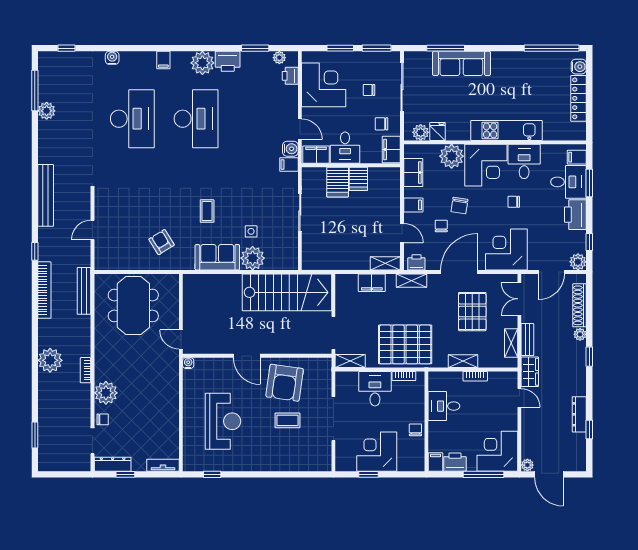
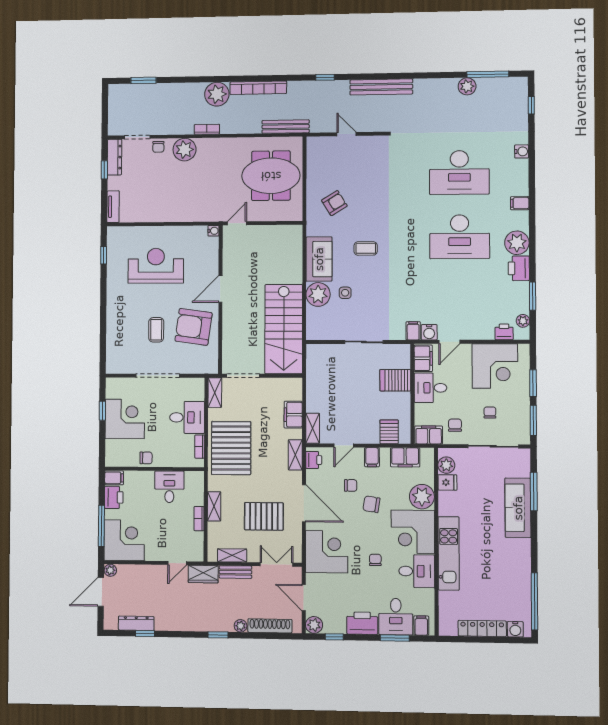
server rack: (358, 179) -> (389, 432), moved, turned 90
bookcase: (44, 290) -> (258, 88), moved
dresser: (579, 414) -> (136, 623), moved
reception desk: (223, 421) -> (156, 266), turned 180

